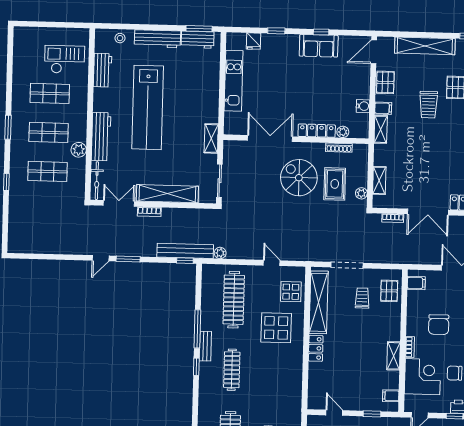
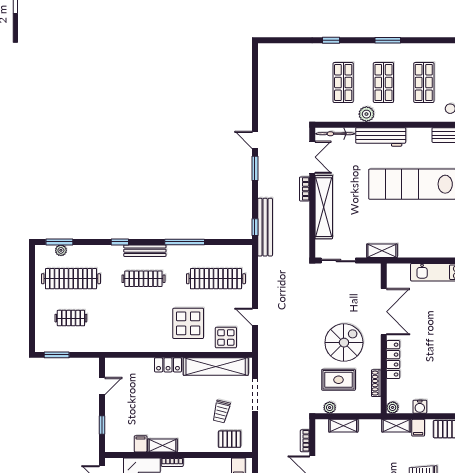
plant: (343, 132) -> (393, 407), moved
plant: (220, 253) -> (264, 263), removed
door: (272, 263) -> (255, 317), swing flipped
trolley: (362, 298) -> (221, 411), turned 104
bench: (205, 346) -> (145, 251), moved, width x1.36
window: (196, 367) -> (120, 242), moved
filing cabinet: (391, 396) -> (141, 444), moved

